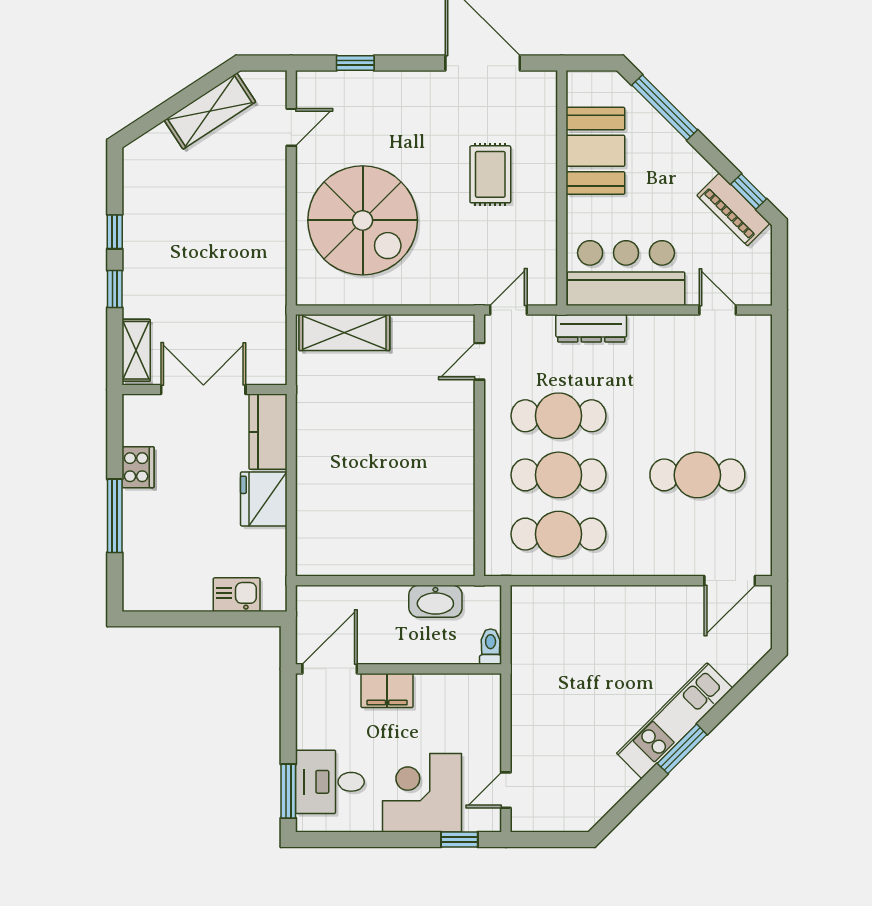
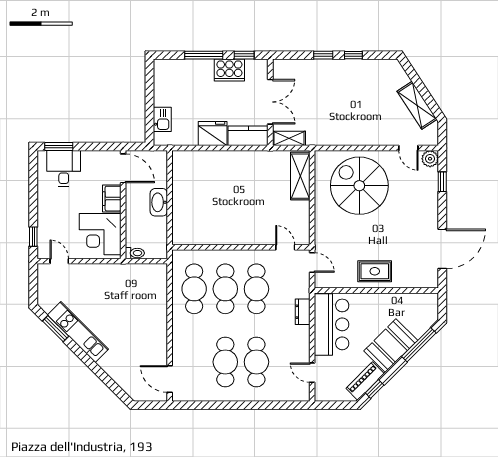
plant: (311, 86) -> (430, 159), added
booth: (595, 151) -> (391, 346), moved, turned -45
rug: (490, 174) -> (375, 271), moved
spiral stairs: (363, 220) -> (359, 186), turned 90
door: (718, 310) -> (312, 373), swing flipped
dresser: (591, 328) -> (303, 312), width x0.70
shelving: (136, 350) -> (289, 138), moved
cafe table: (697, 416) -> (256, 362), added
window: (115, 439) -> (244, 55), added
cooker: (138, 467) -> (229, 70), width x1.37, depth x1.31
washbasin: (435, 601) -> (159, 202), moved
kitchen unit: (675, 721) -> (78, 332), moved
window: (682, 749) -> (56, 329), moved
corner desk: (422, 793) -> (100, 234), moved, turned 180

